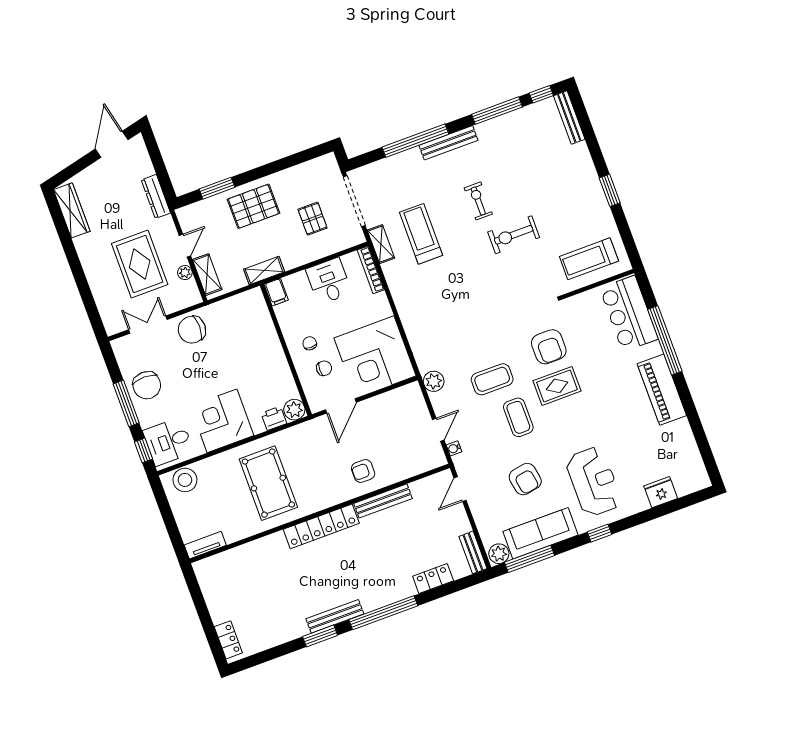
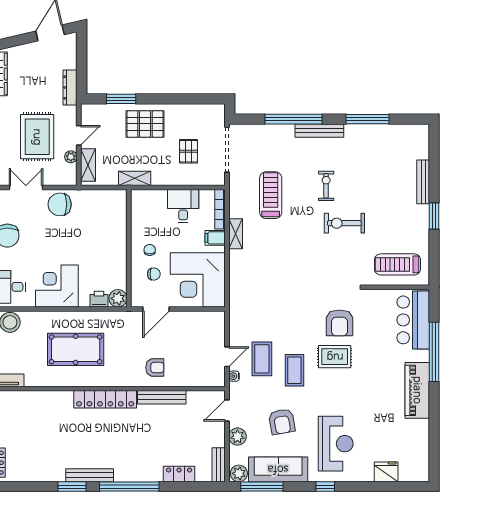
window: (541, 94) -> (408, 119), removed
bench: (569, 118) -> (423, 182), moved
shelving: (381, 244) -> (236, 234), moved
filing cabinet: (276, 292) -> (215, 238), moved, turned 90
coffee table: (492, 379) -> (262, 359), moved, turned 90
plant: (434, 381) -> (237, 437), moved
armchair: (363, 471) -> (155, 368), turned 180
pool table: (268, 483) -> (76, 349), turned 90

